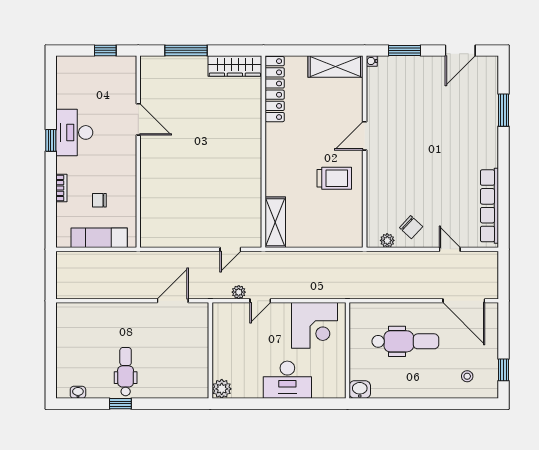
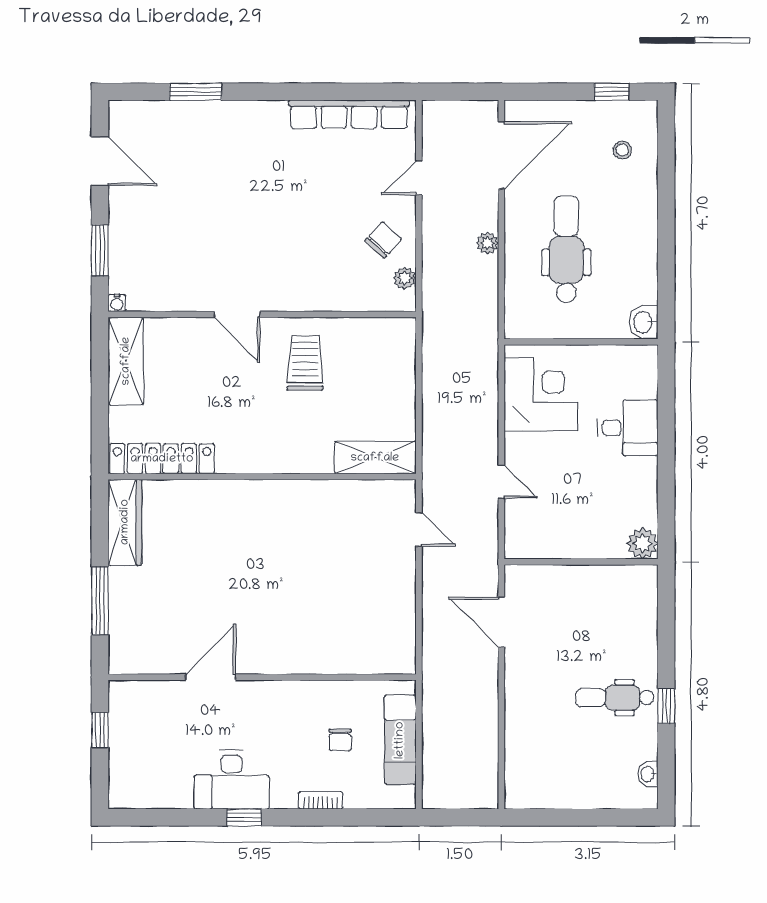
plant: (239, 292) -> (488, 243), moved
desk: (287, 380) -> (628, 428), width x0.73

